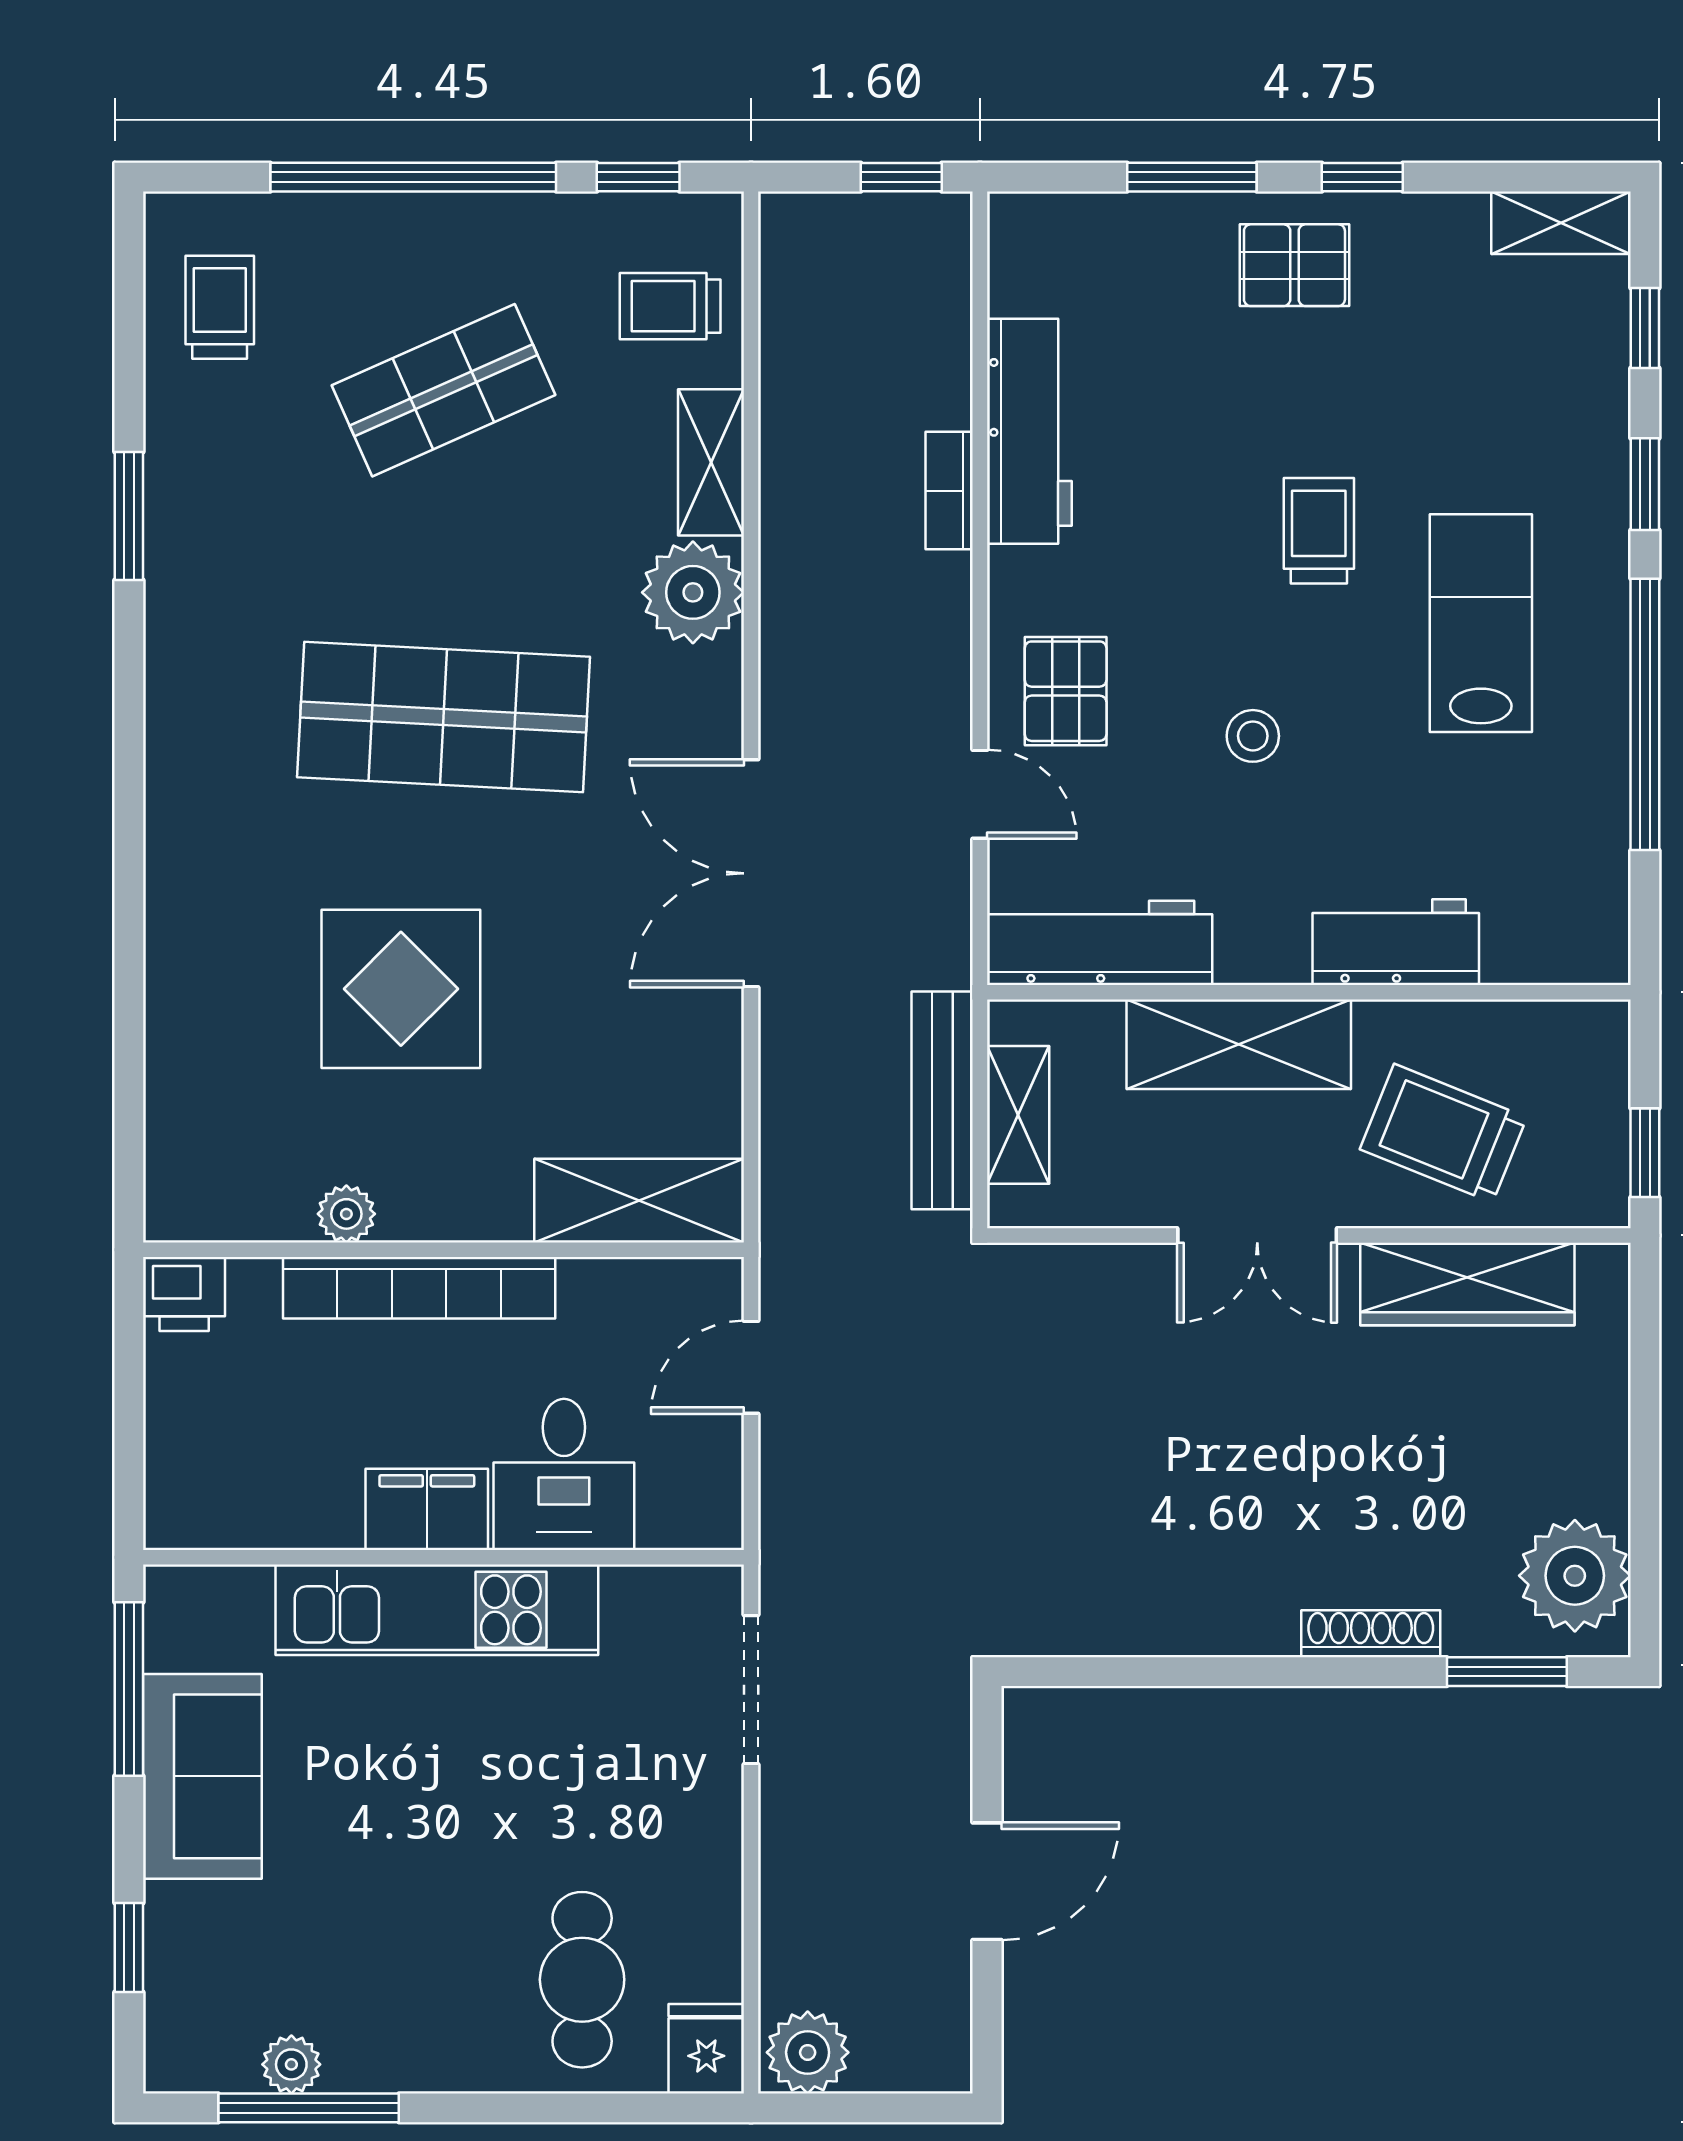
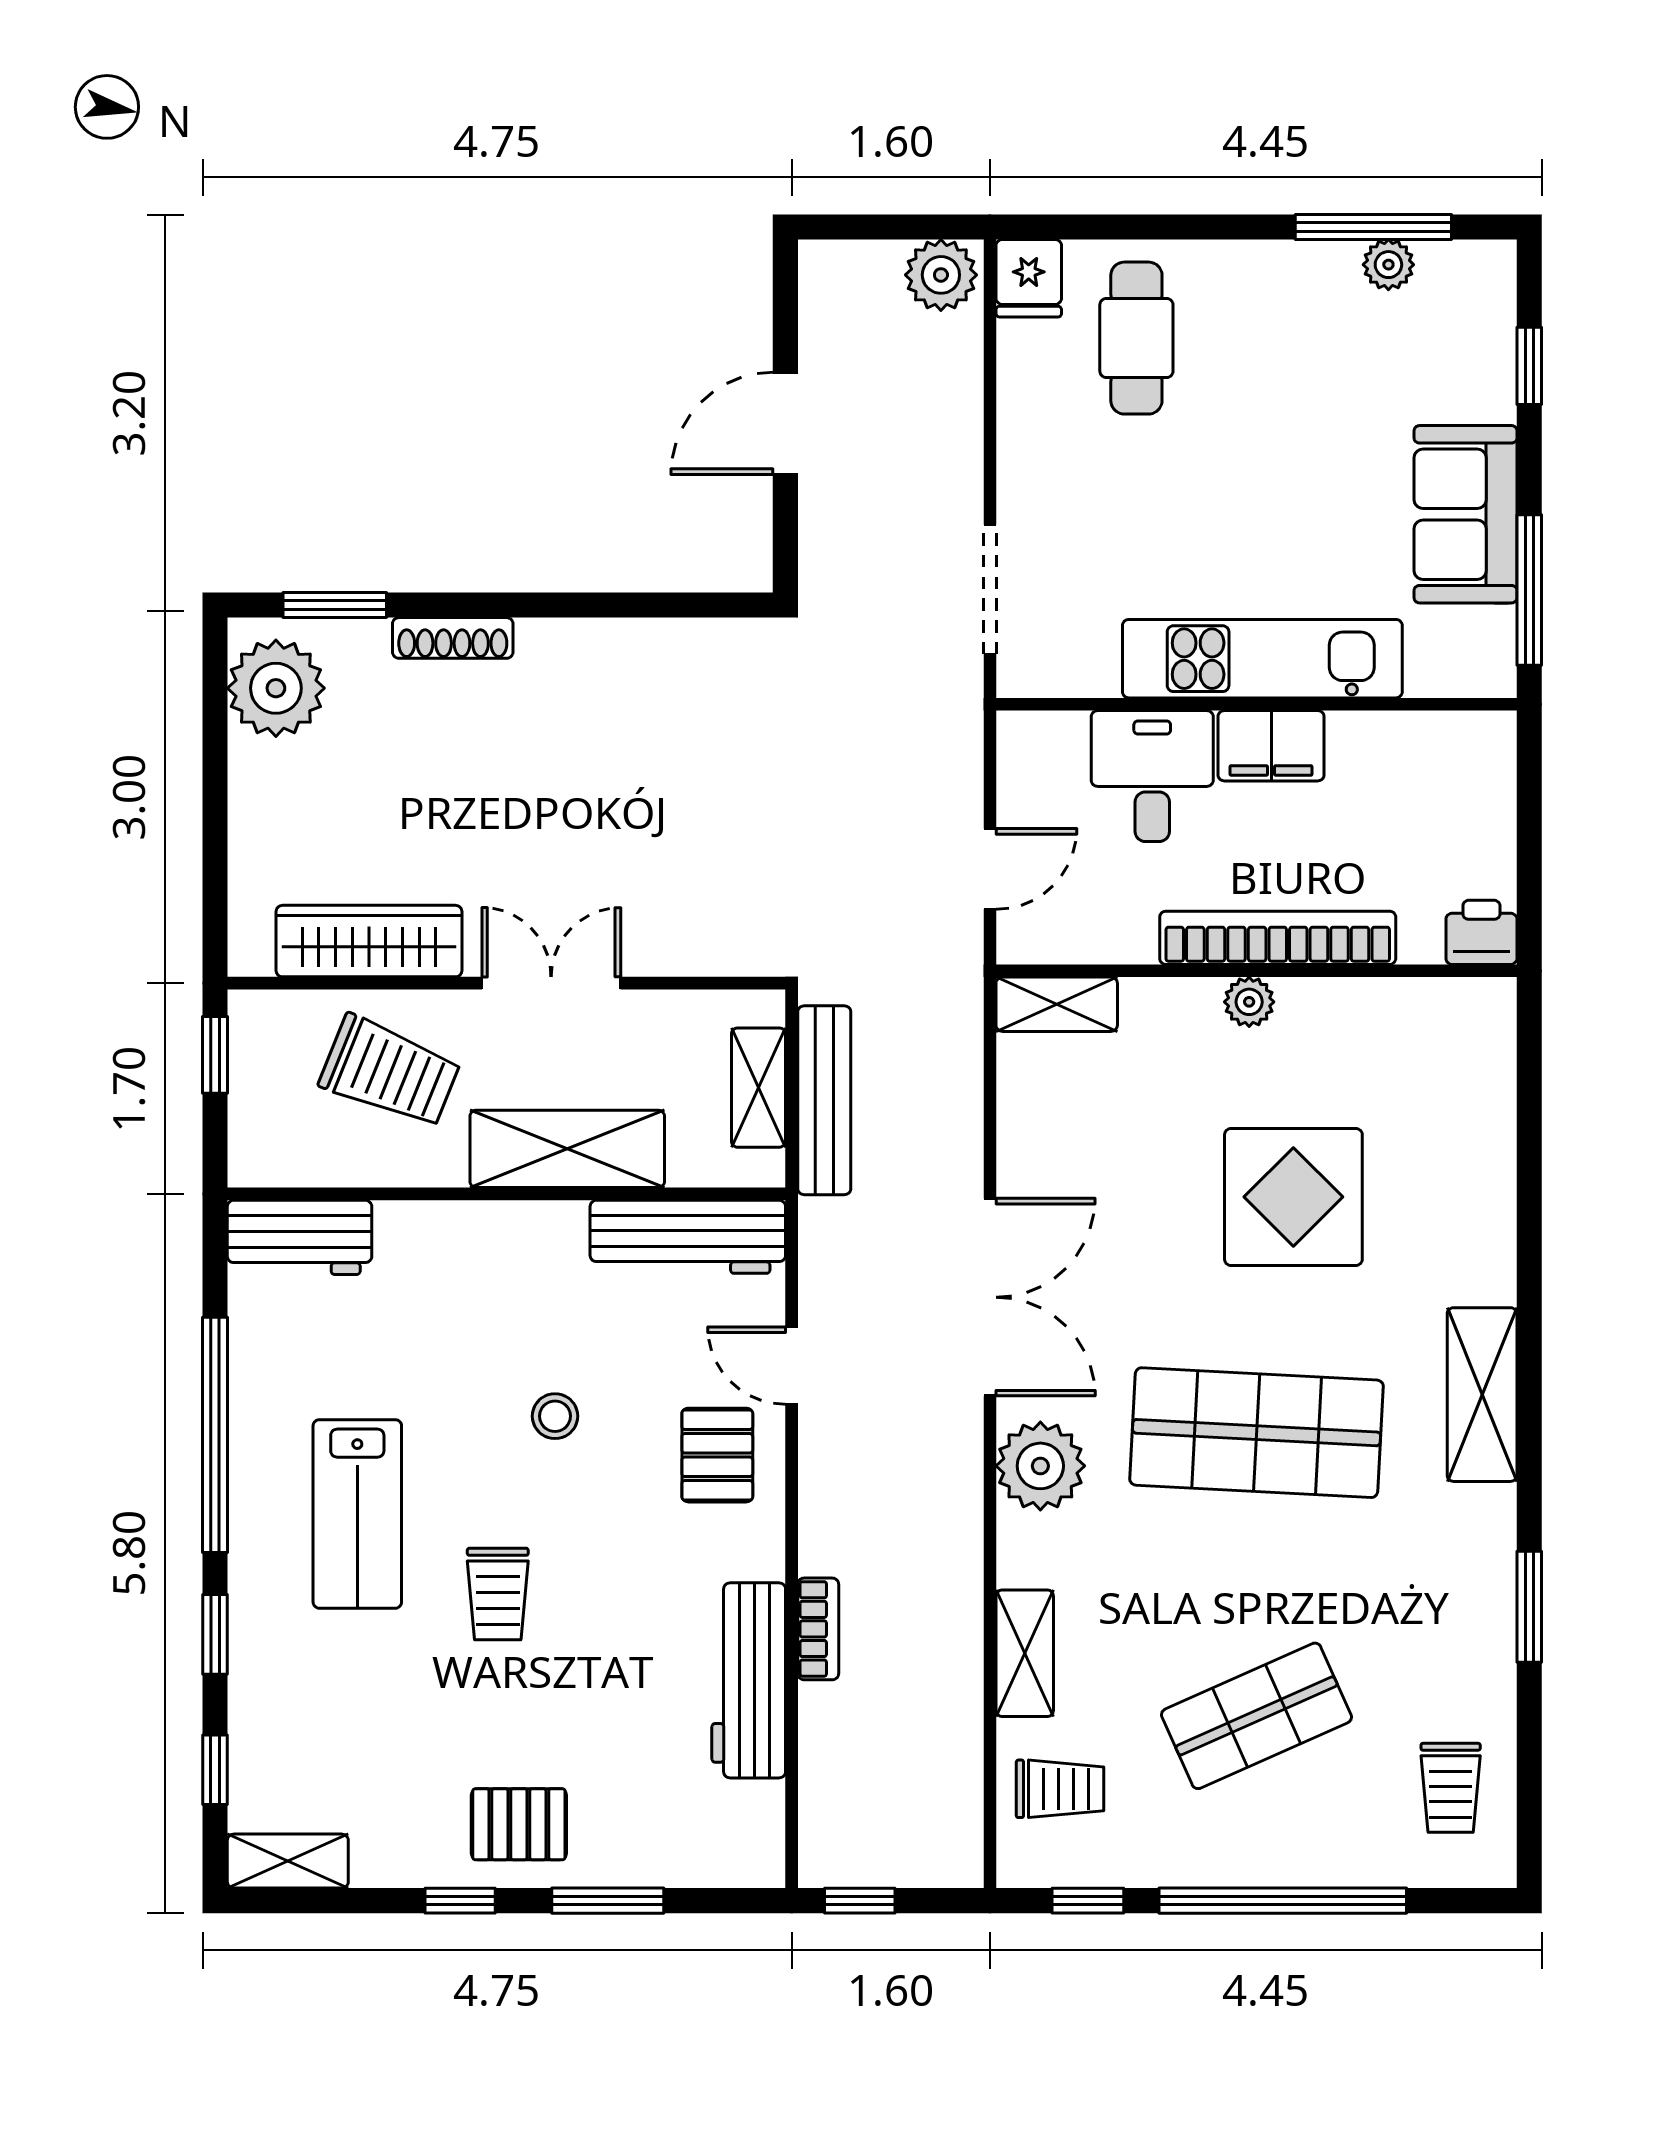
plant: (693, 592) -> (1040, 1466), moved
shelving: (183, 761) -> (1482, 1395), added
workbench: (1396, 942) -> (300, 1237), moved
shelving: (639, 1201) -> (1057, 1004), width x0.67, depth x0.75
plant: (346, 1214) -> (1249, 1002), moved

